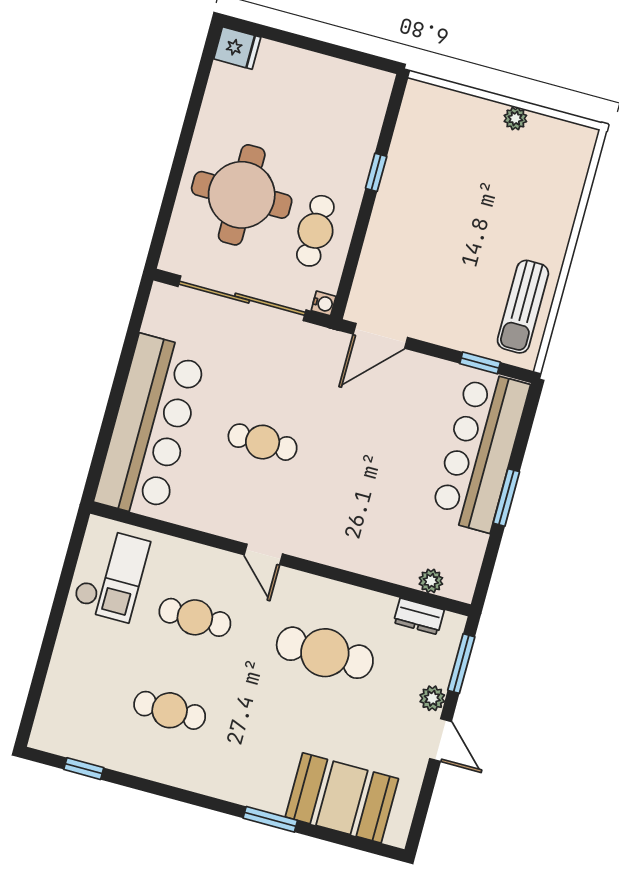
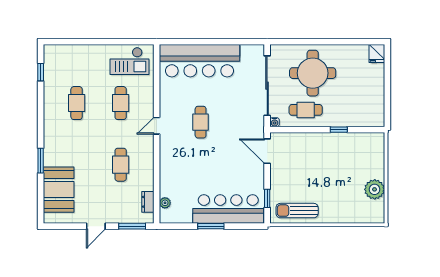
plant: (515, 118) -> (375, 189), width x1.87, depth x1.87
cafe table: (263, 442) -> (201, 122), moved
cafe table: (325, 653) -> (121, 165), width x0.73, depth x0.74
plant: (432, 698) -> (113, 218), removed

